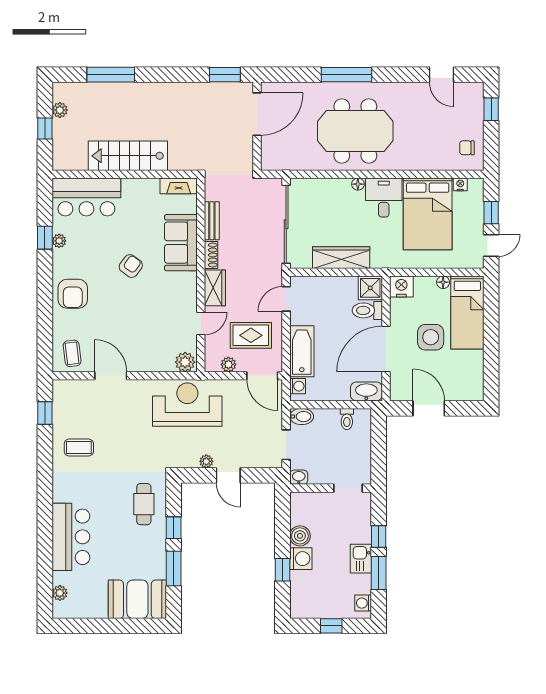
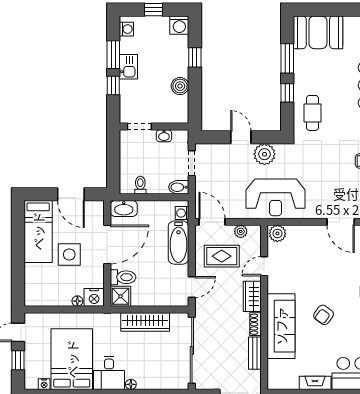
fireplace: (179, 186) -> (315, 383), moved
sofa: (181, 243) -> (281, 326), width x1.36
floor lamp: (443, 282) -> (77, 301), moved
bed: (467, 313) -> (38, 231), moved, turned 180
plant: (206, 461) -> (264, 154), width x1.87, depth x1.87
washbasin: (299, 477) -> (164, 136), moved
washing machine: (301, 559) -> (179, 25), moved, turned -90

